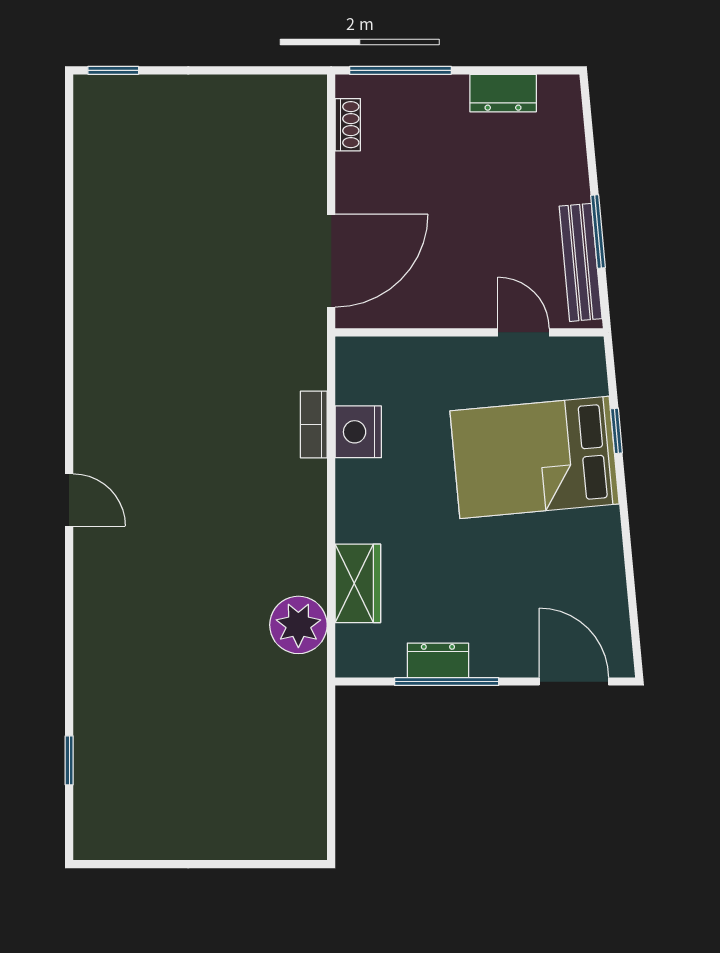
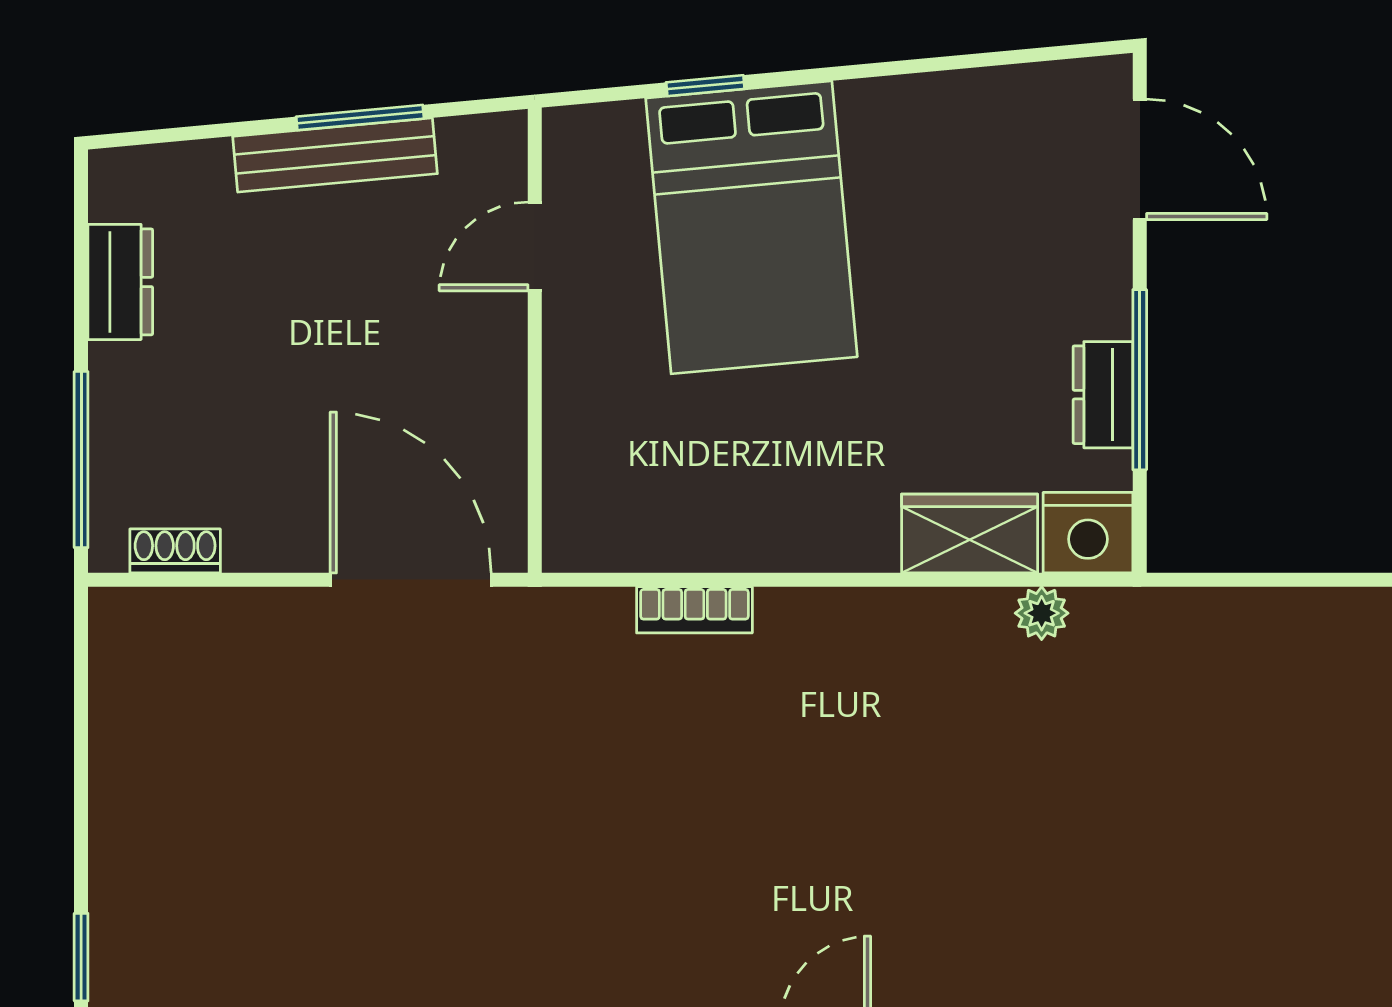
bench: (581, 262) -> (335, 155), moved
nightstand: (358, 432) -> (1088, 533), moved
plant: (298, 625) -> (1042, 613), width x0.53, depth x0.53
door: (574, 682) -> (1140, 159), swing flipped

